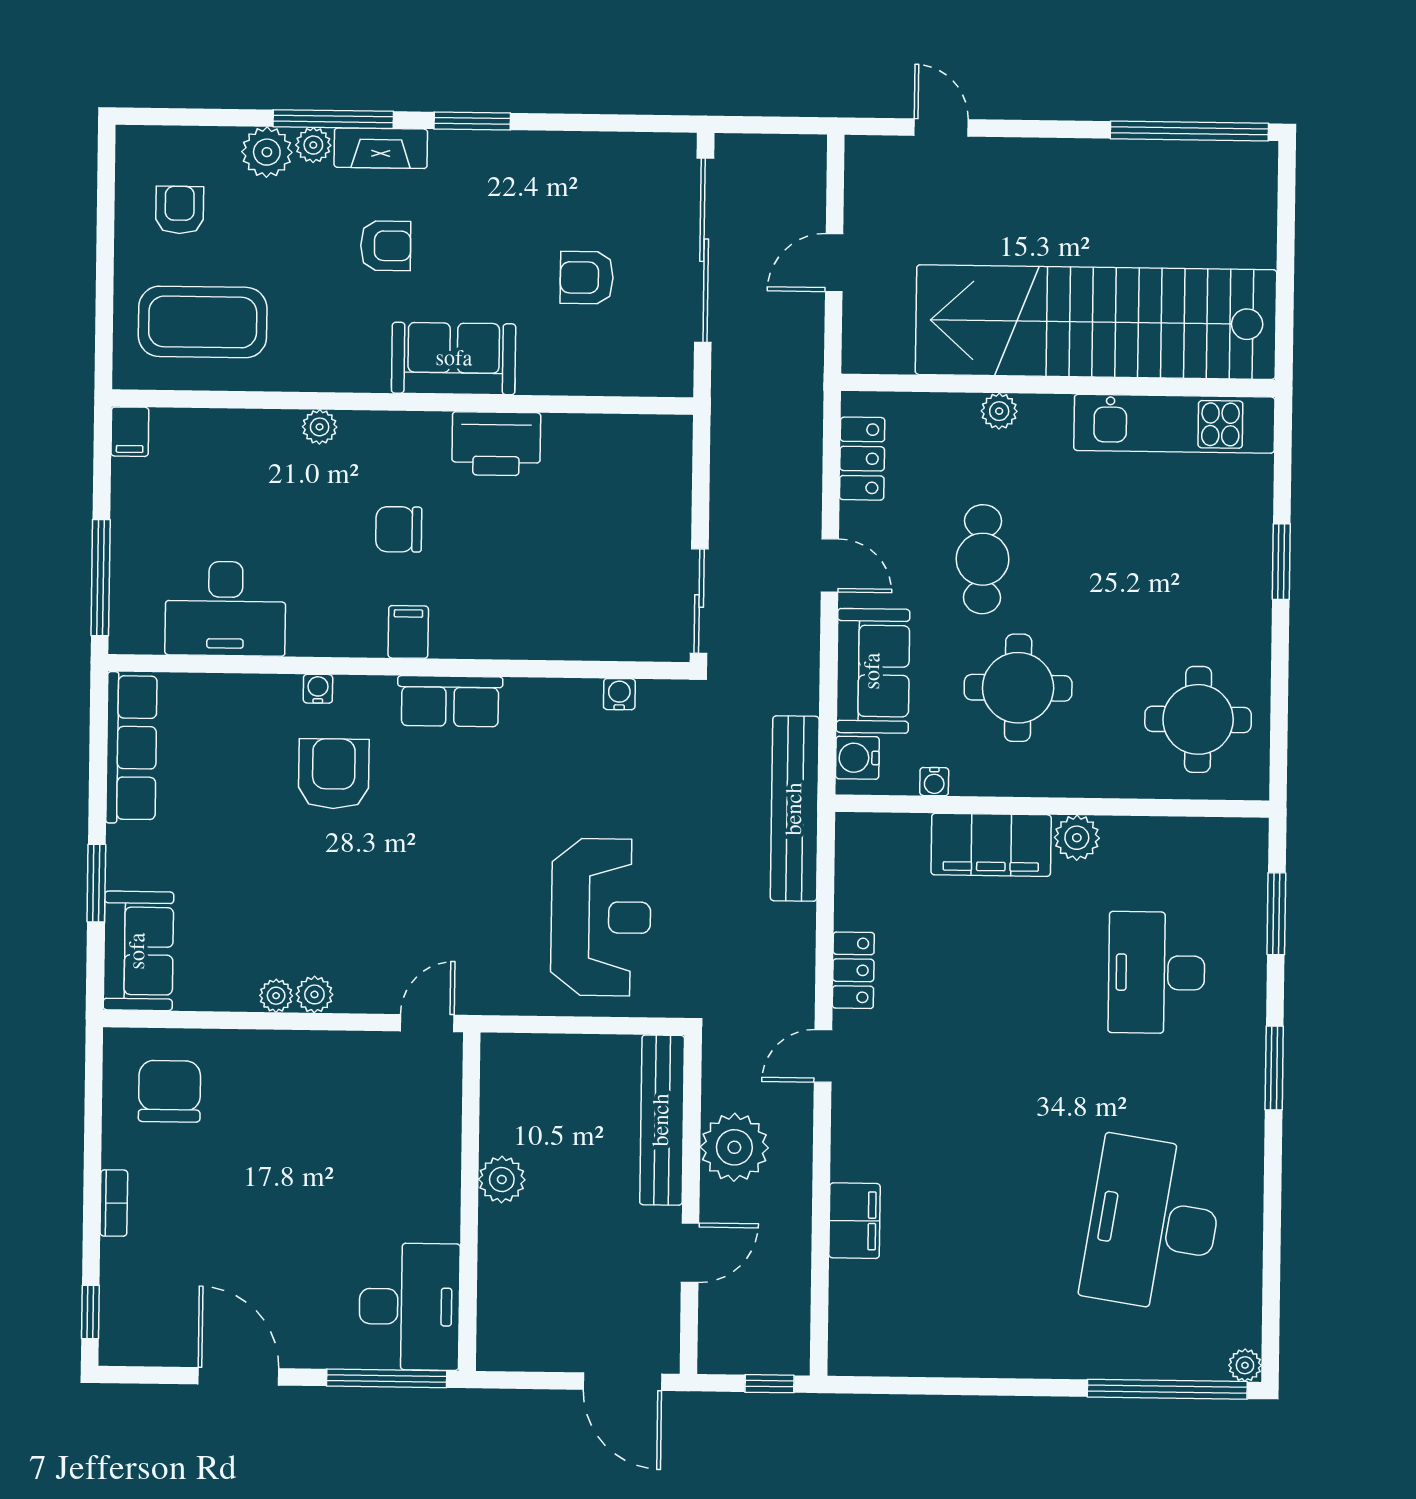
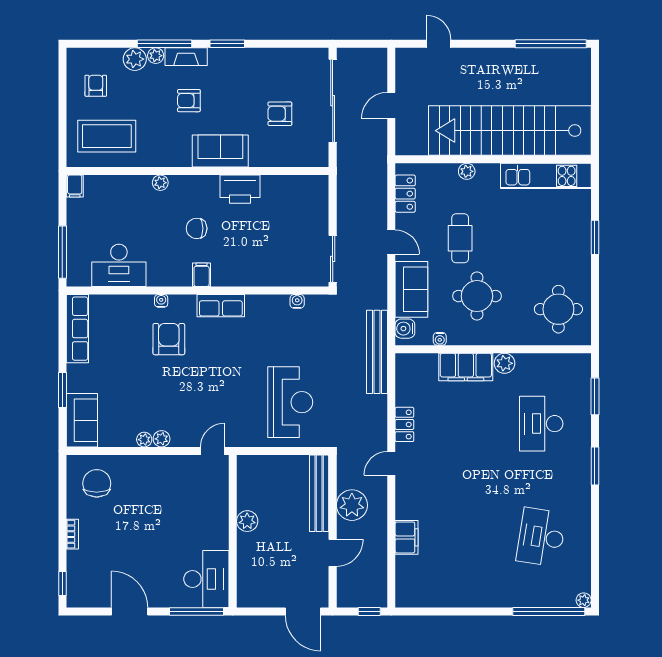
armchair: (386, 246) -> (189, 101), turned 180
desk: (1153, 1224) -> (541, 537), width x0.73, depth x0.77

